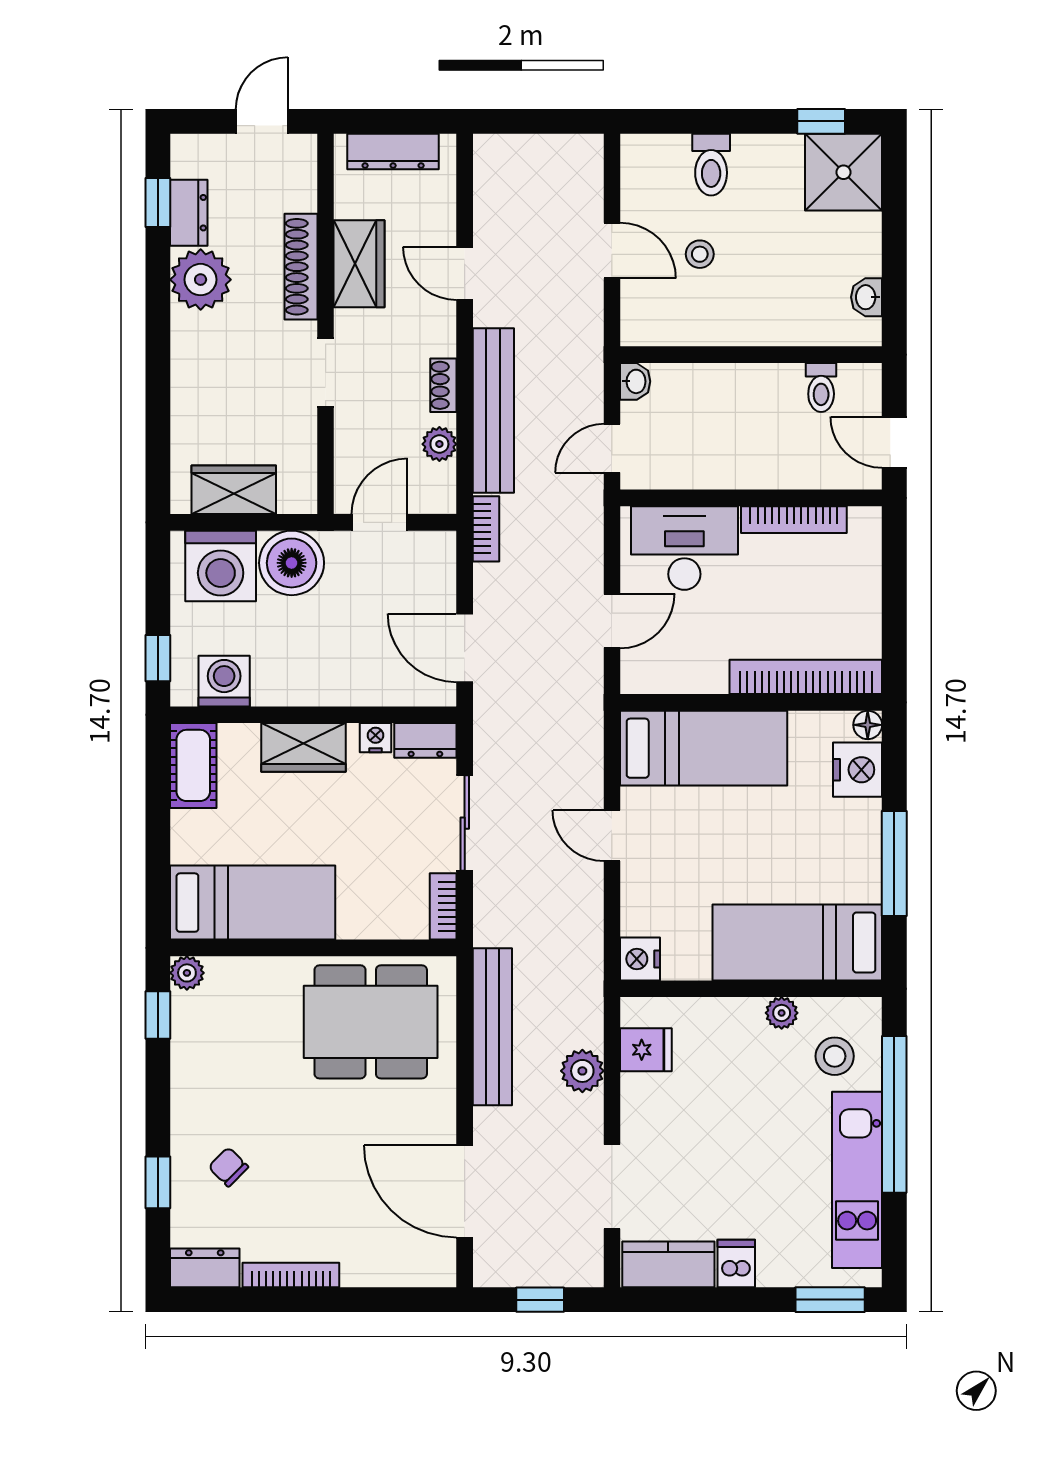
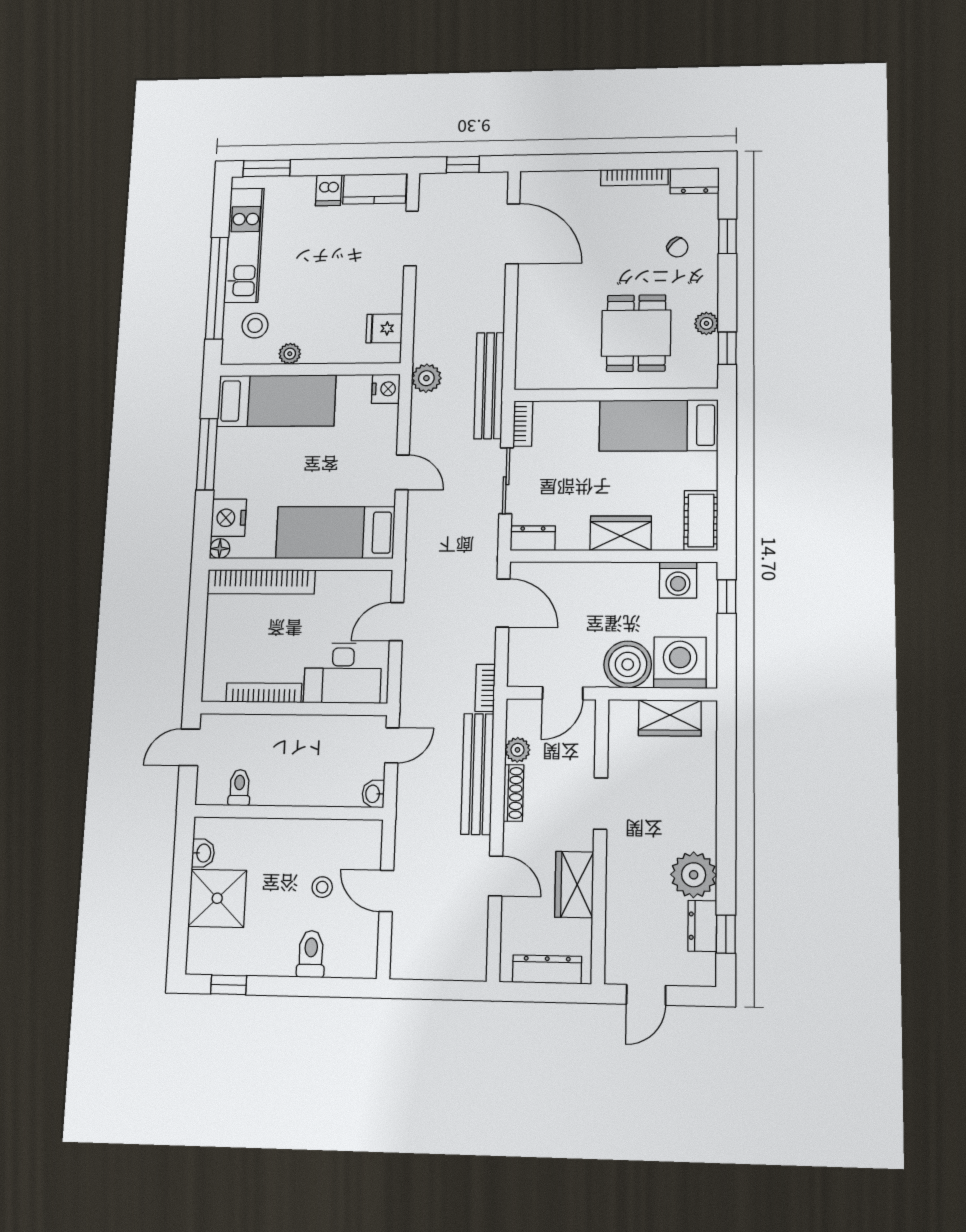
shower: (843, 172) -> (217, 898), moved
shoe rack: (301, 267) -> (618, 883), removed
shoe rack: (443, 385) -> (513, 793), width x1.43
door: (894, 442) -> (190, 747), swing flipped
nightstand: (376, 738) -> (569, 540), removed
plant: (187, 973) -> (706, 323), moved
dining table: (371, 1022) -> (636, 333), moved, width x0.73
bench: (492, 1027) -> (489, 386), moved
plant: (582, 1071) -> (426, 378), moved

